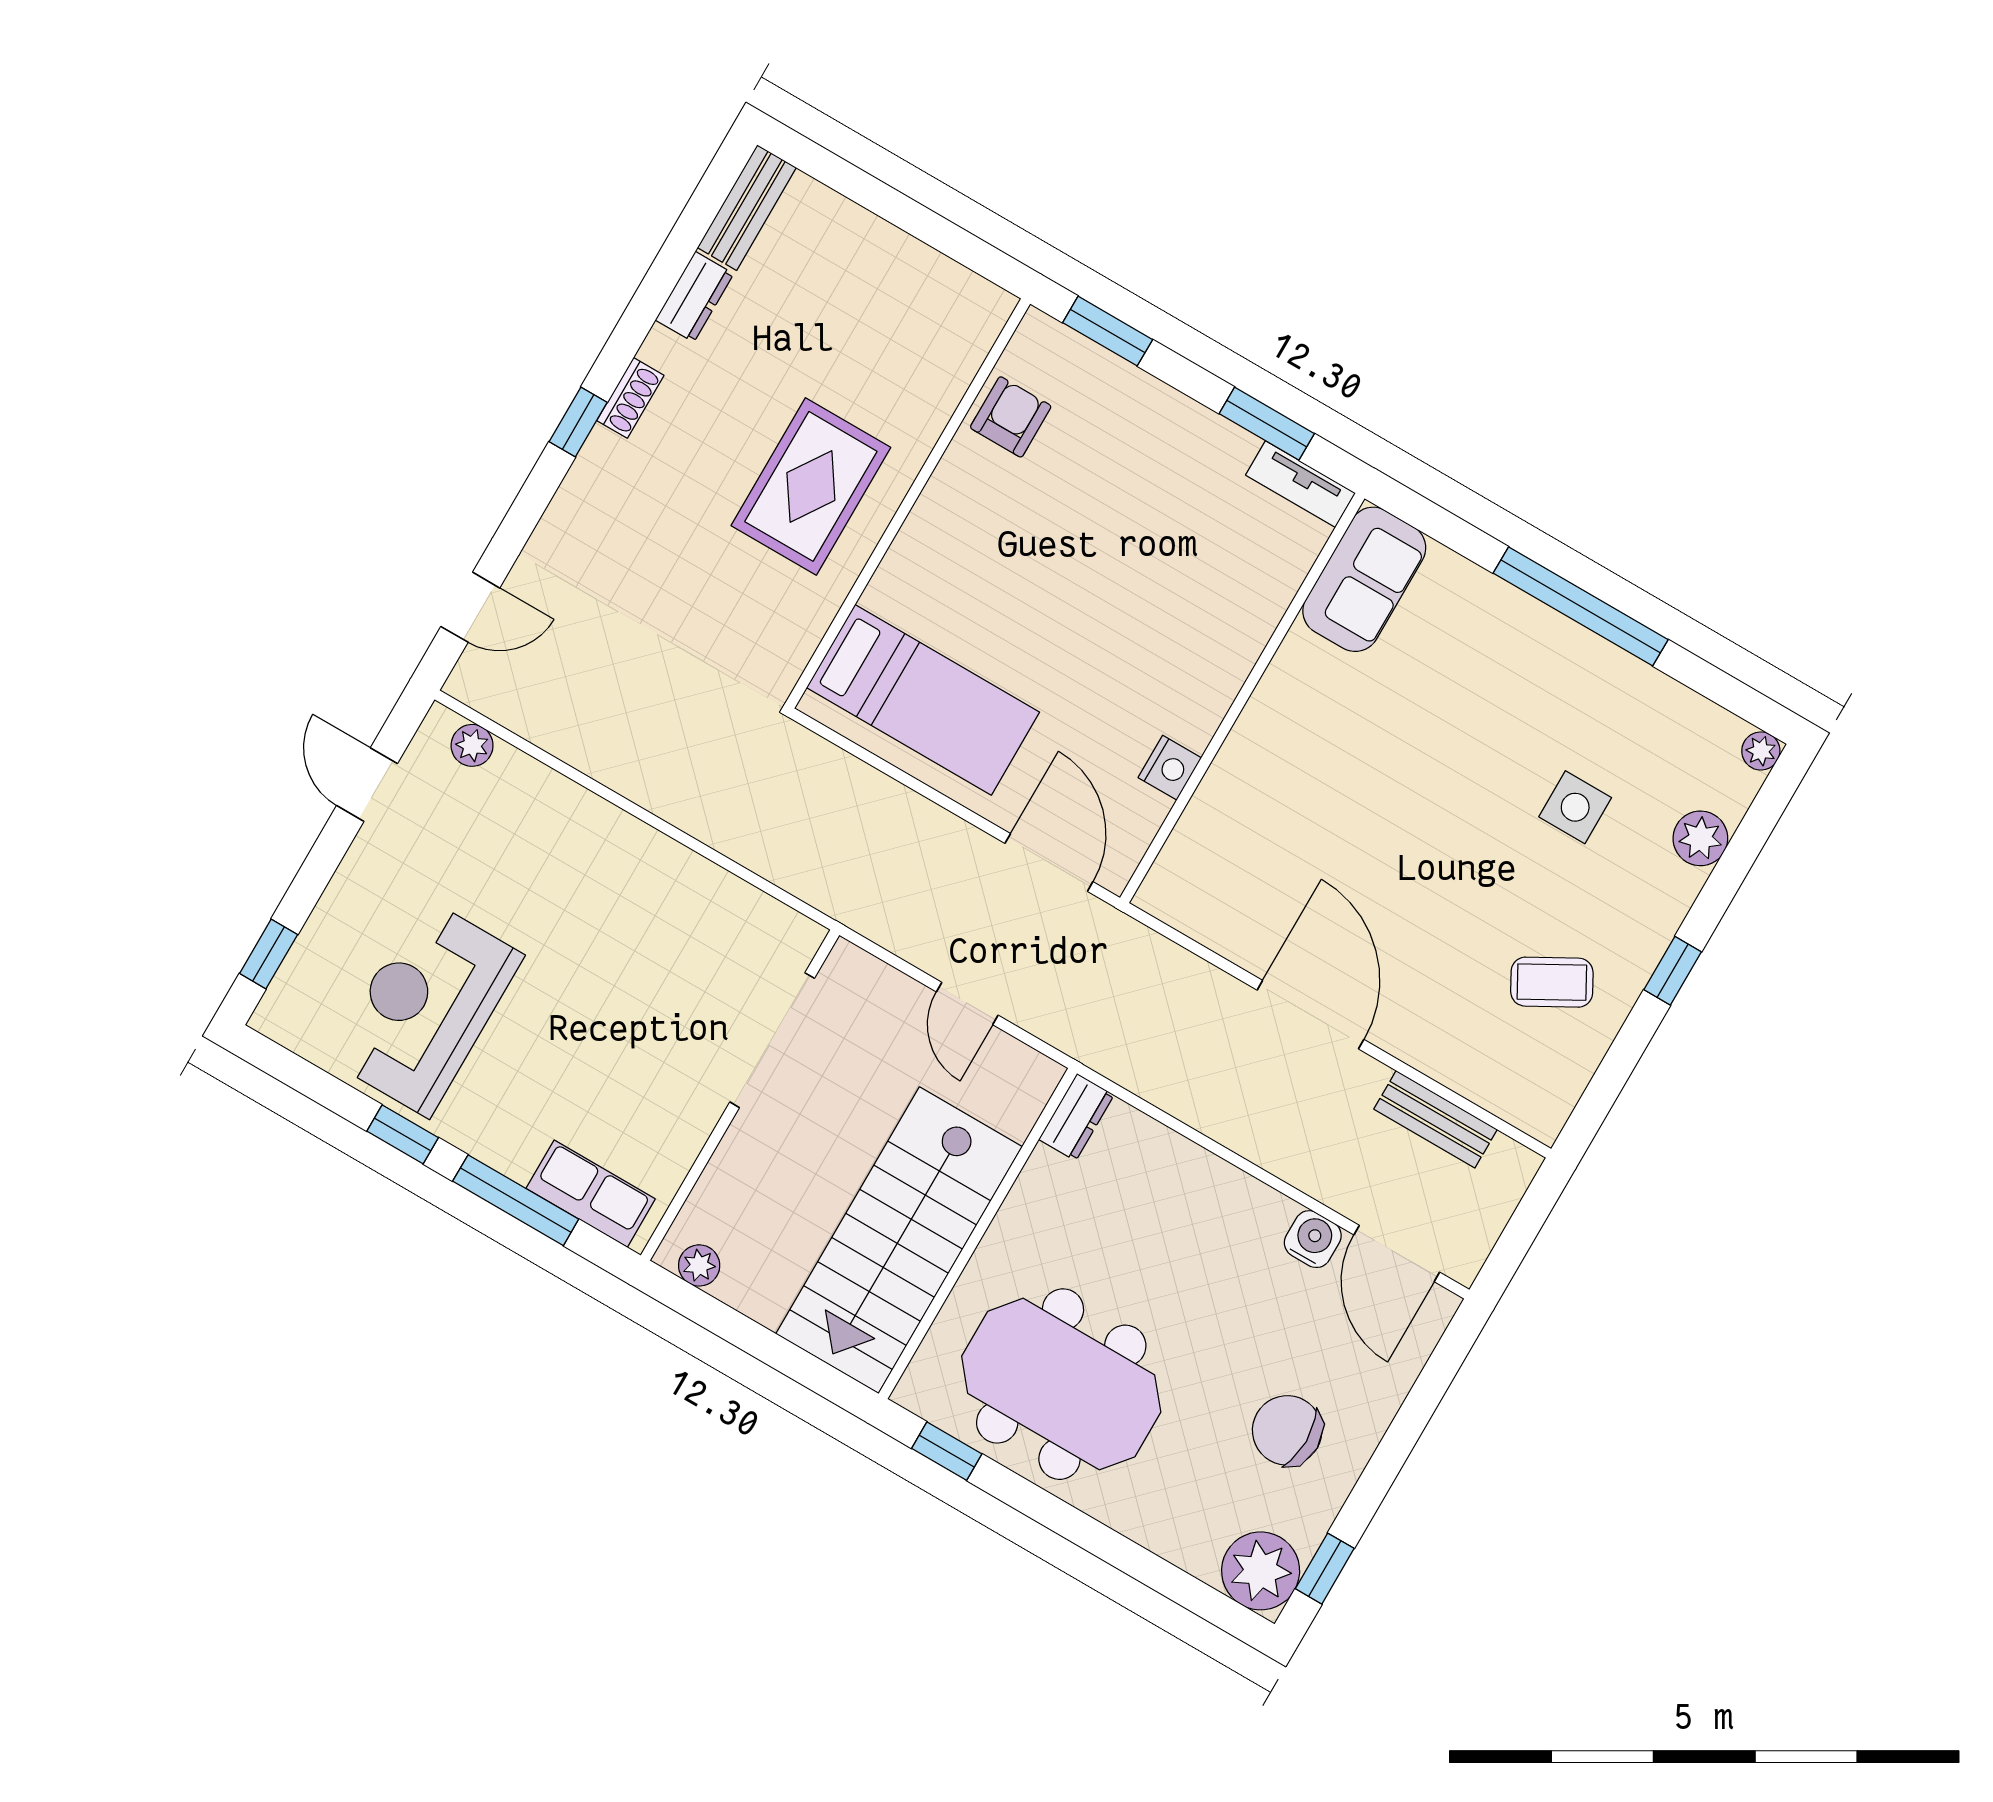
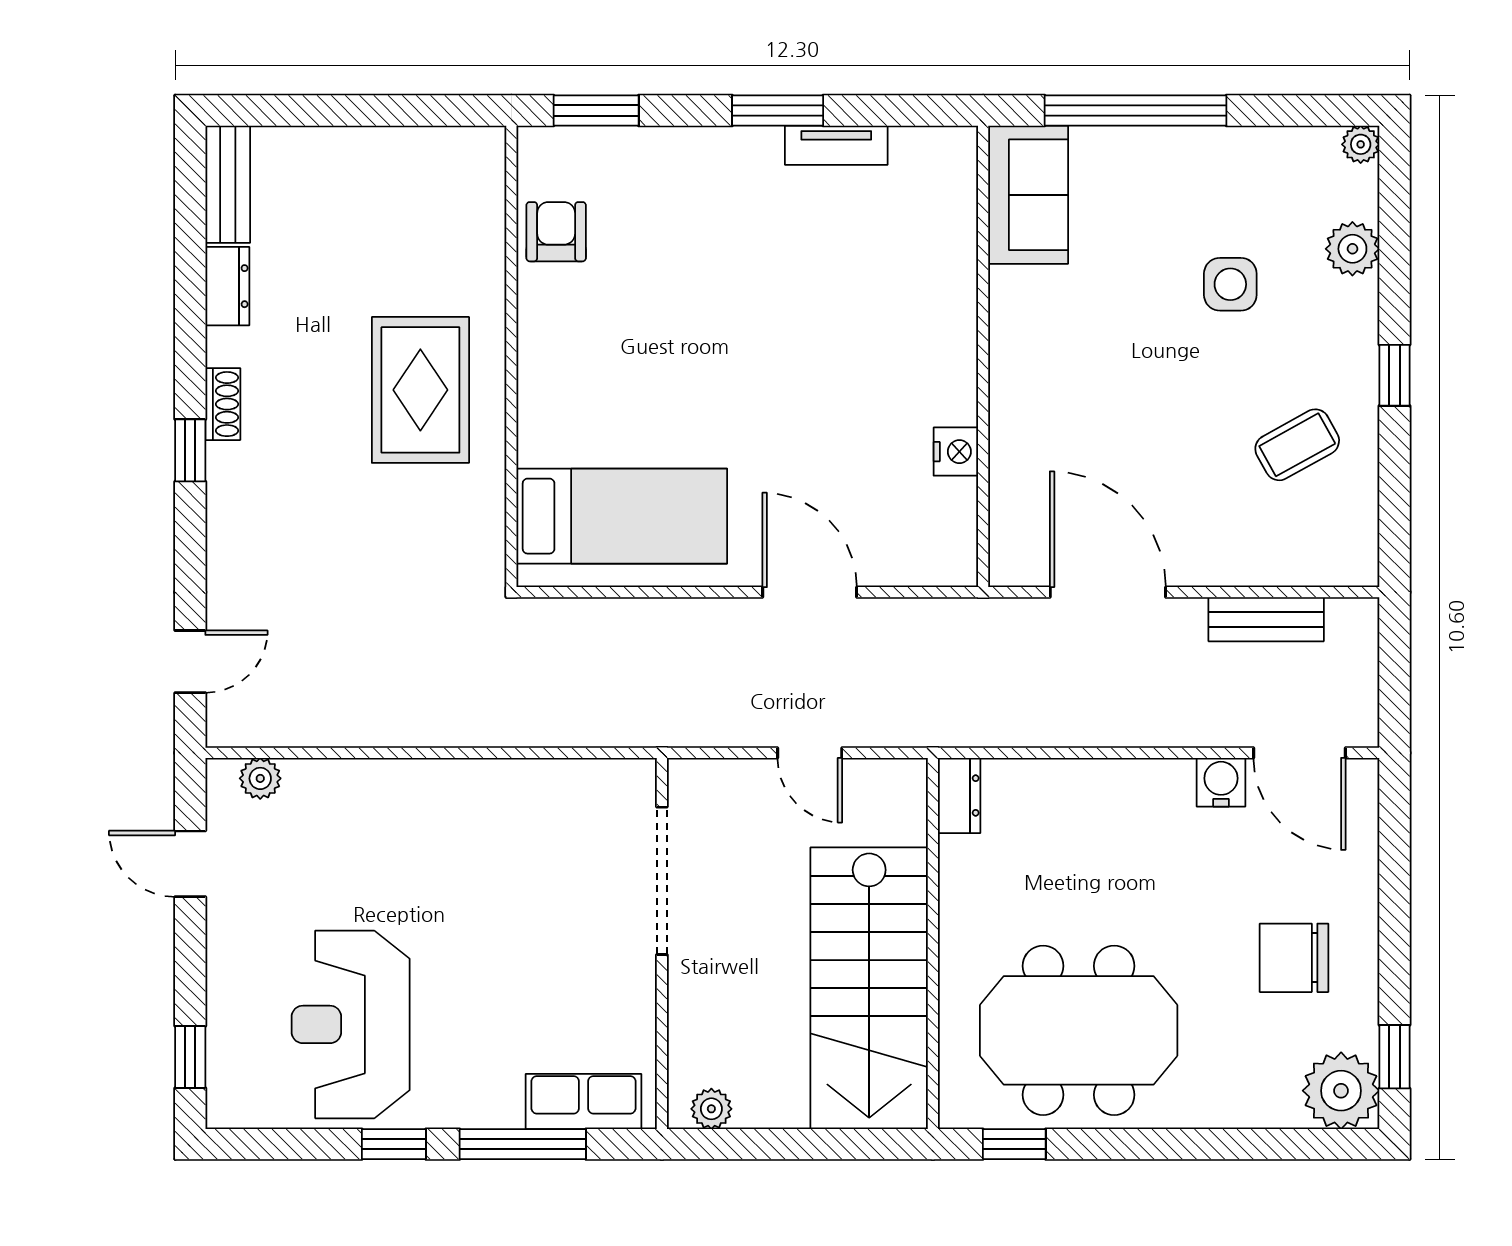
sofa: (1364, 579) -> (1028, 195), moved
wall: (1242, 698) -> (983, 356), moved
nightstand: (1170, 768) -> (956, 452), moved

